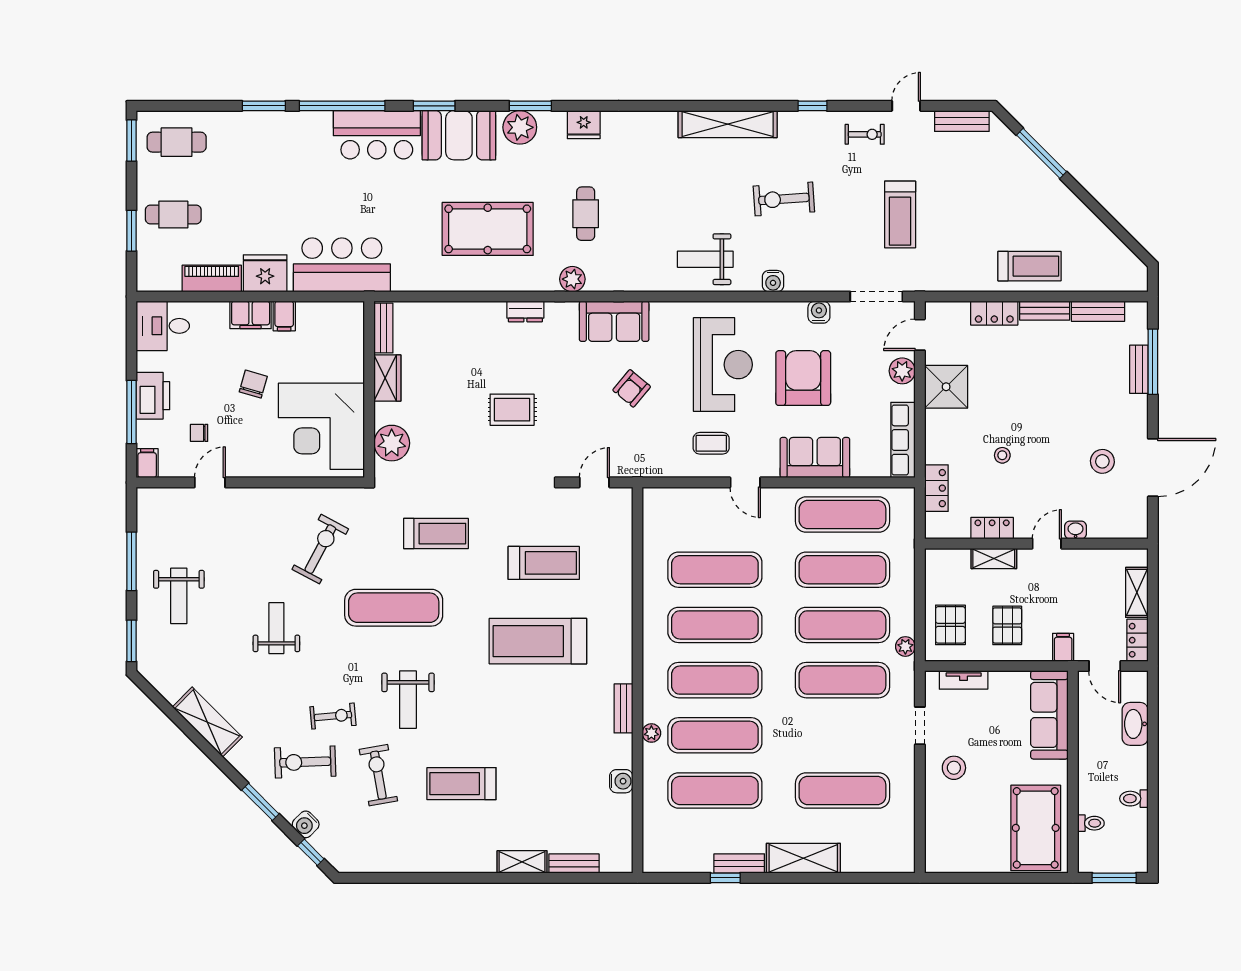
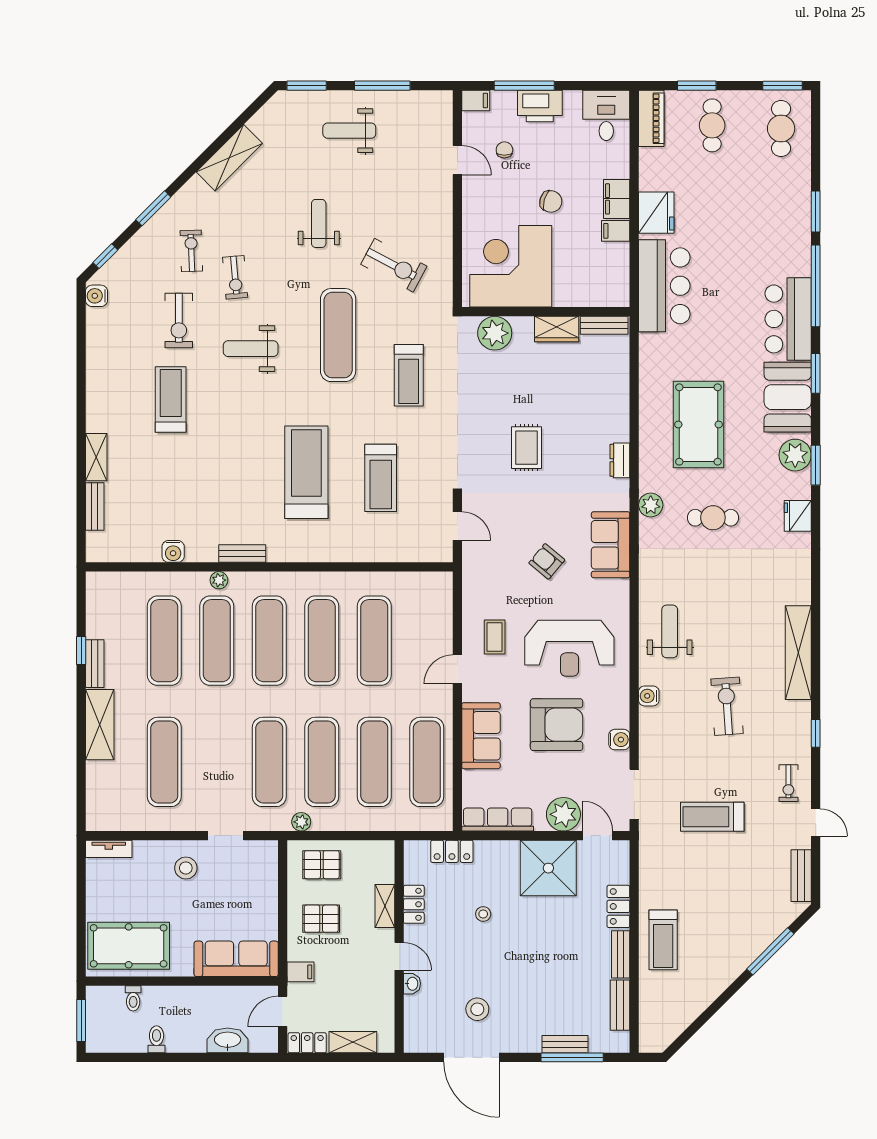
piano: (212, 279) -> (651, 118), moved
plant: (902, 371) -> (563, 814), width x1.36, depth x1.36
shower: (946, 387) -> (548, 868), width x1.37, depth x1.37
weight bench: (276, 628) -> (319, 223), turned -90
tv unit: (964, 680) -> (109, 849), moved, turned -90
exercise bike: (305, 762) -> (191, 251), width x0.73, depth x0.72
exercise bike: (378, 775) -> (179, 320), turned 100
water cooler: (306, 824) -> (97, 296), moved, turned -45

